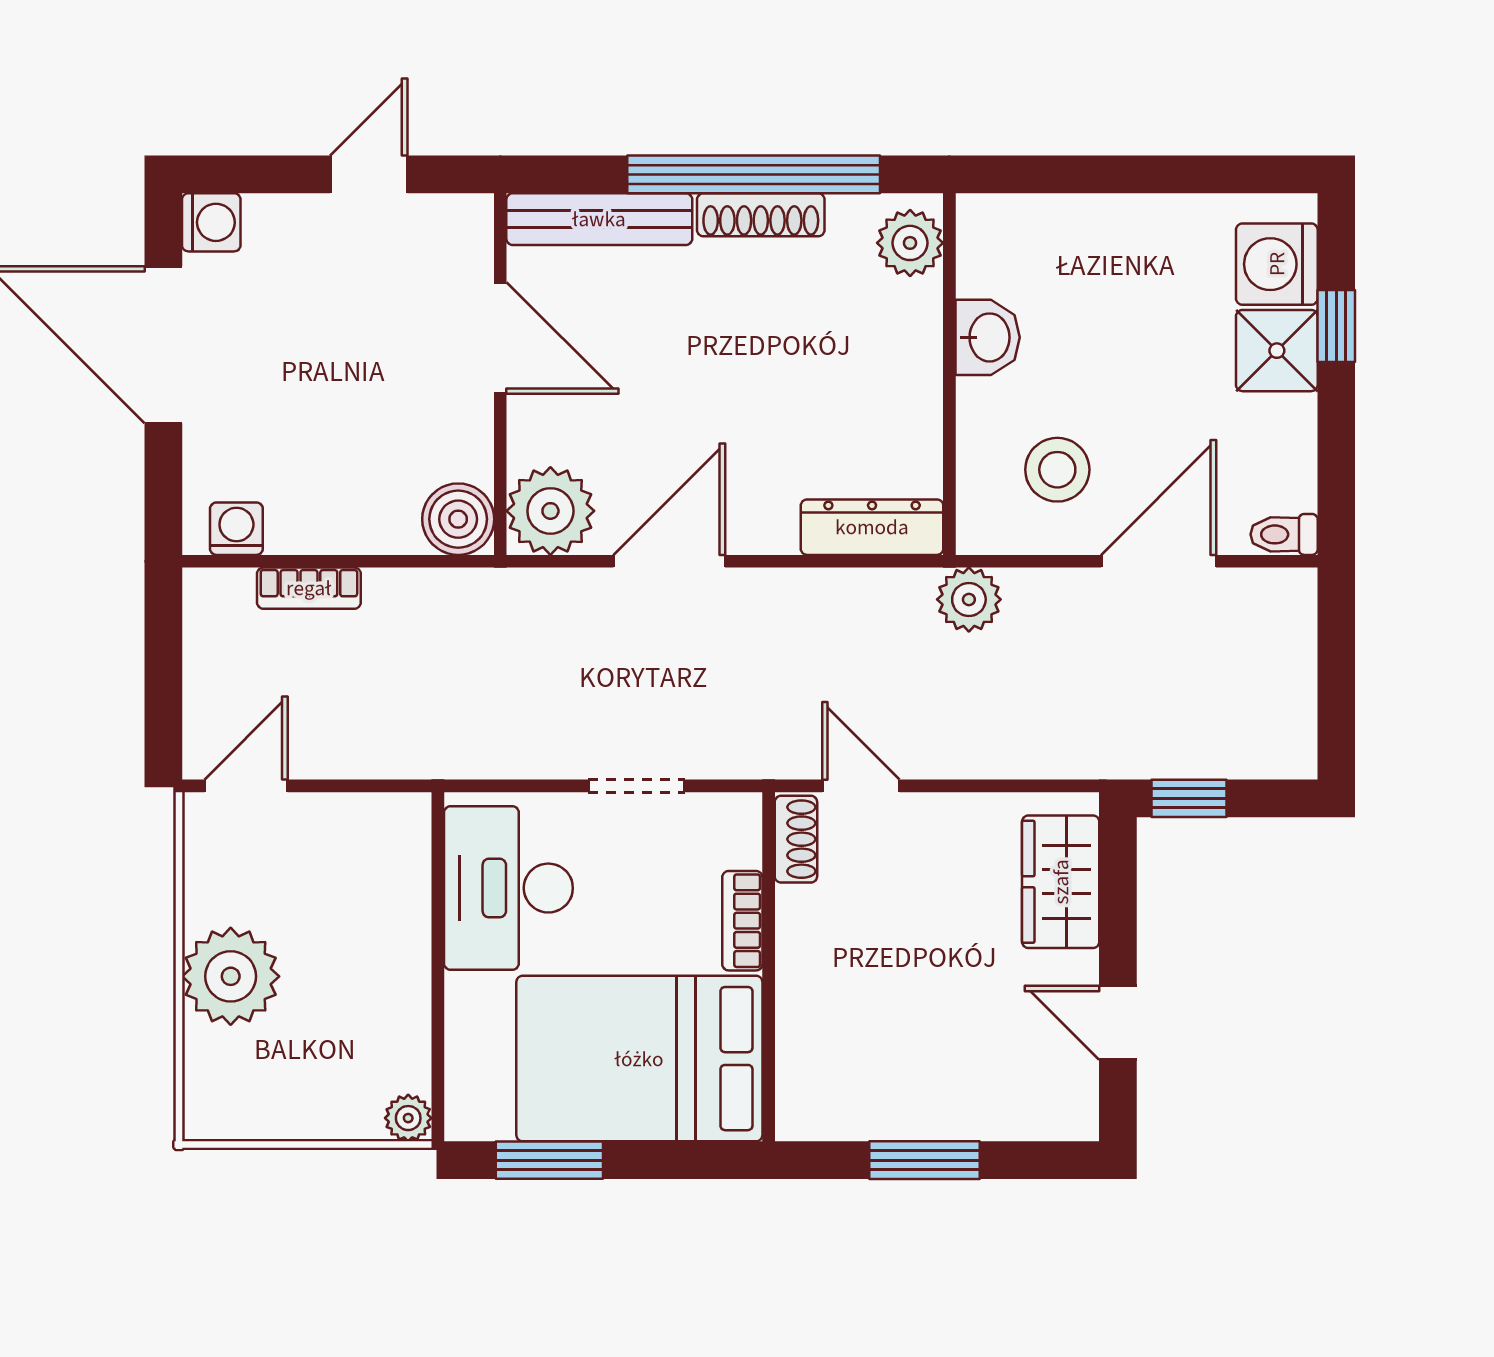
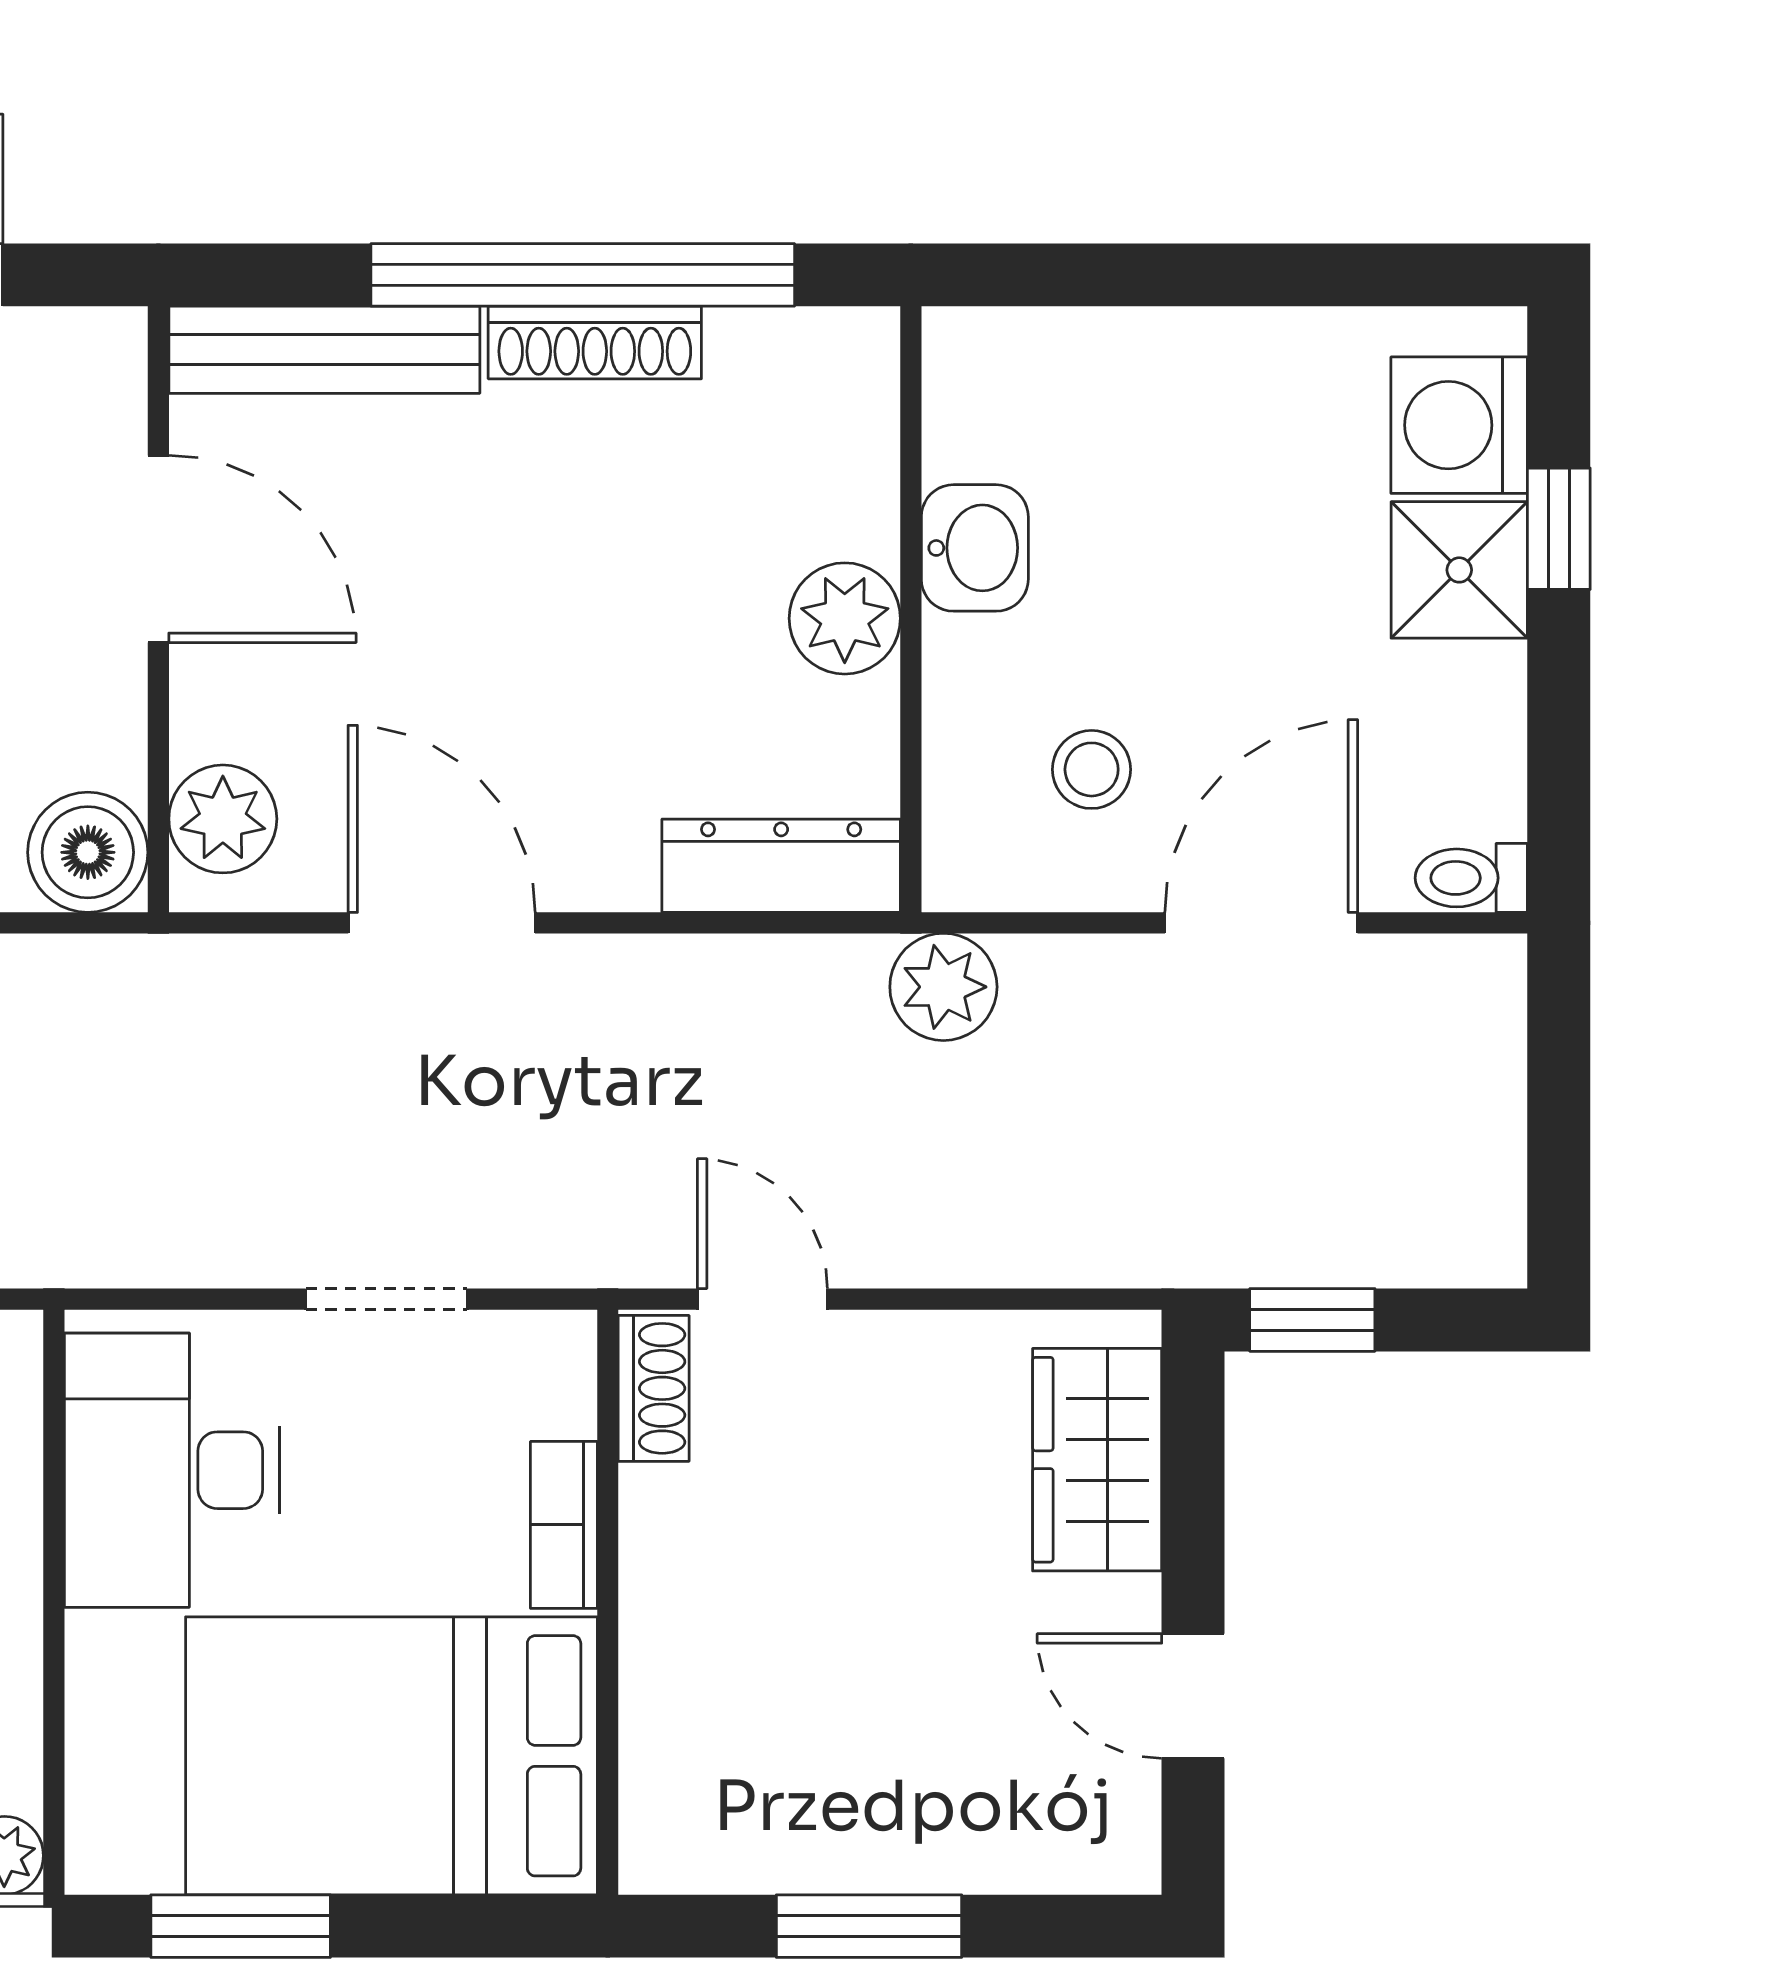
plant: (910, 243) -> (845, 618), moved
stool: (1057, 470) -> (1092, 769), width x0.73, depth x0.73
plant: (550, 511) -> (223, 819), width x0.73, depth x0.73
door: (669, 561) -> (442, 923), hinge flipped

